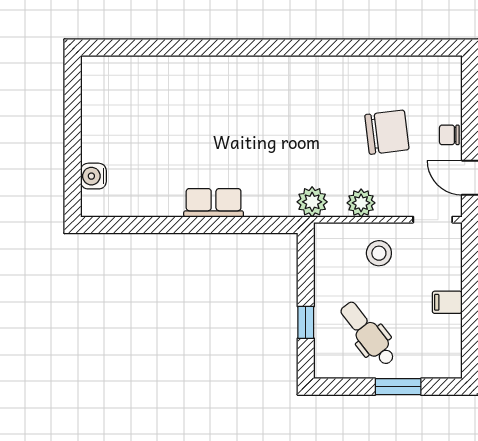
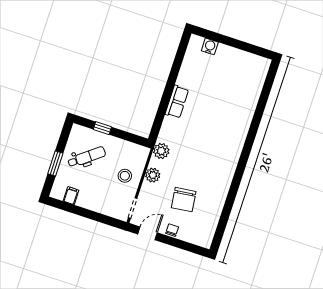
filing cabinet: (447, 302) -> (71, 196), moved

